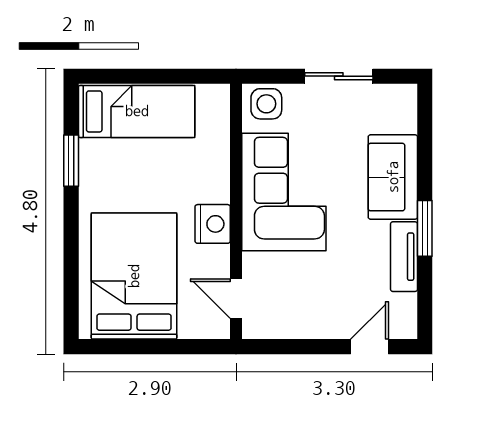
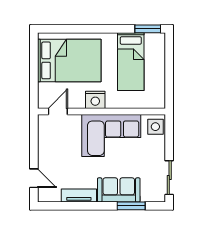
sliding door: (339, 76) -> (169, 178), moved
bed: (137, 111) -> (131, 62), moved
window: (71, 161) -> (148, 29), moved
window: (425, 228) -> (131, 206), moved

